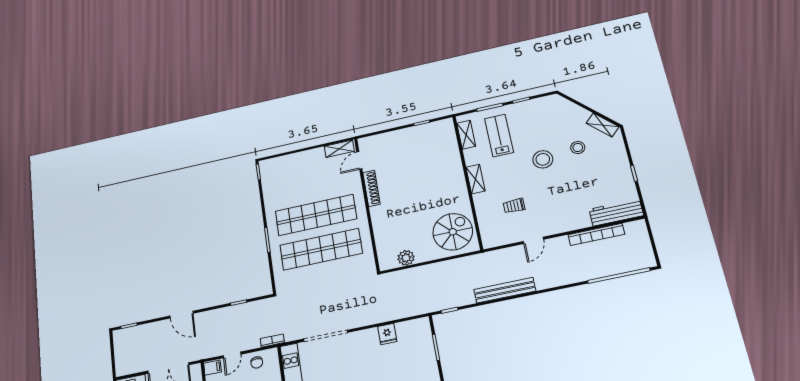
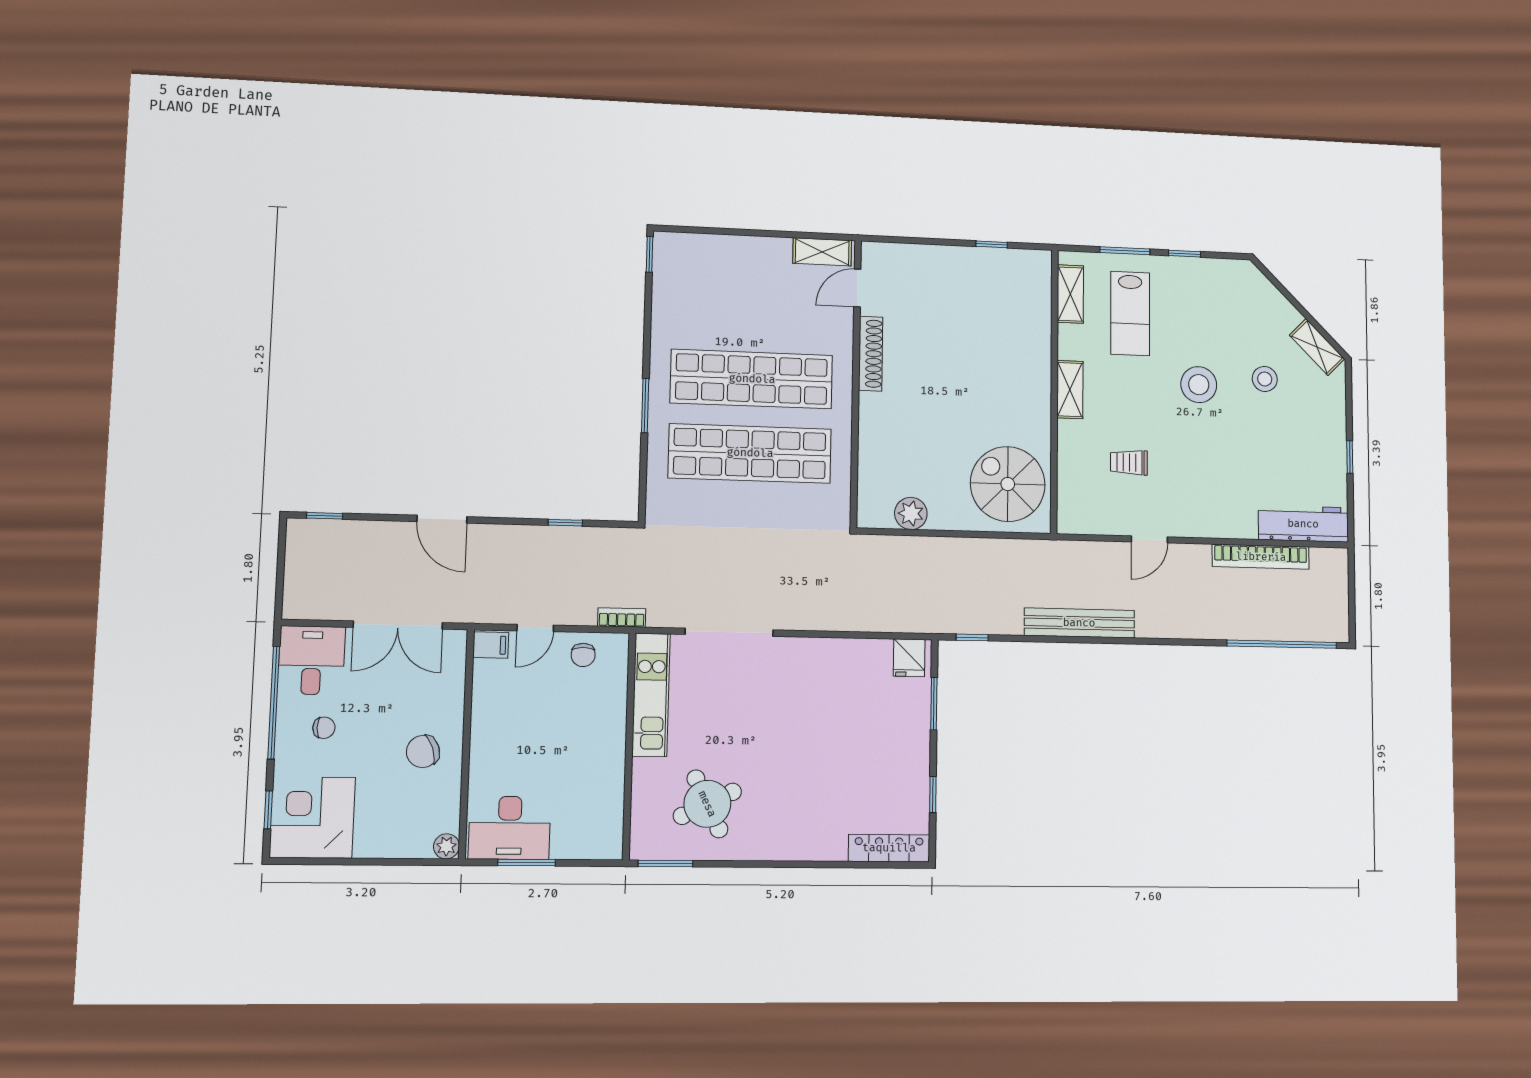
lab bench: (499, 135) -> (1130, 313), turned 180
spiral stairs: (453, 232) -> (1008, 484), turned -90
fridge: (387, 334) -> (909, 658), moved

